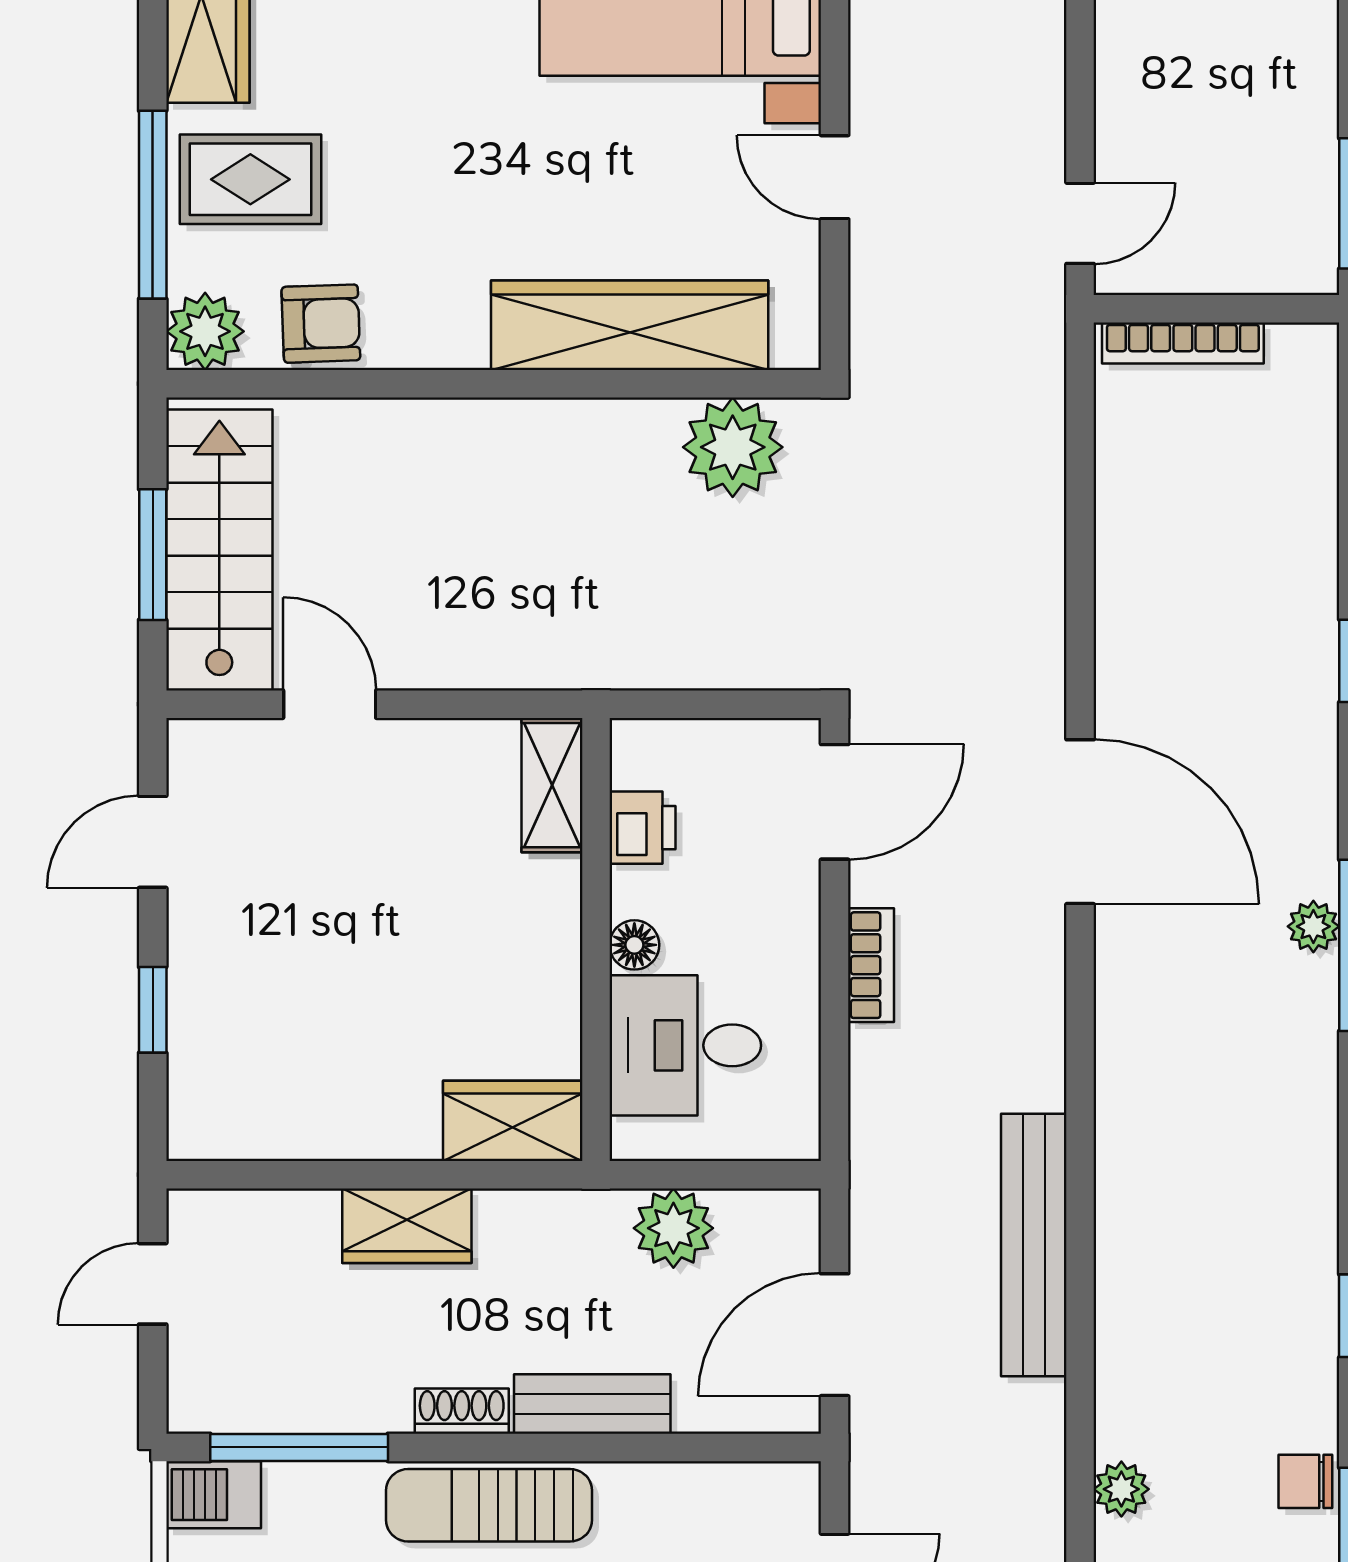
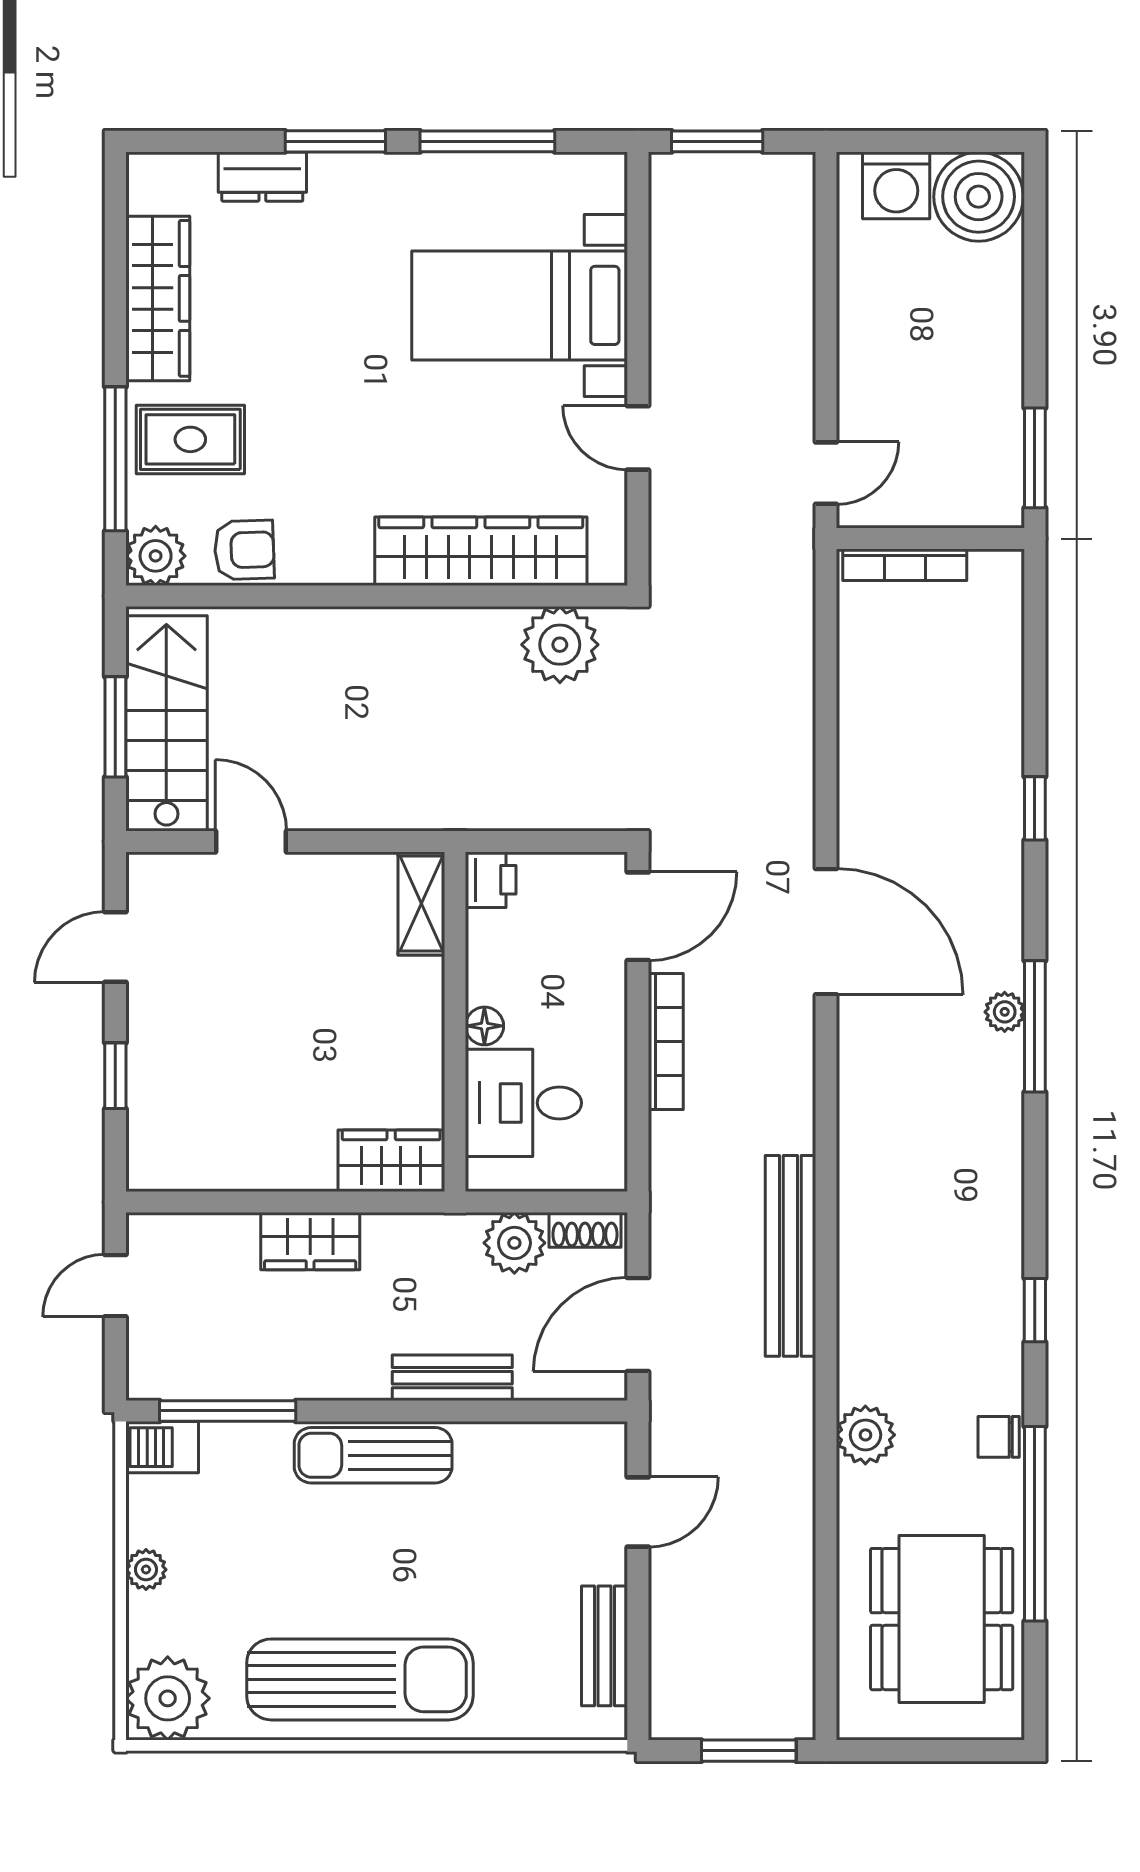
printer: (643, 828) -> (491, 880), moved
bookcase: (871, 965) -> (666, 1041), width x1.56
shoe rack: (462, 1411) -> (585, 1230), moved, turned 180
plant: (1121, 1489) -> (865, 1435), width x1.38, depth x1.38

